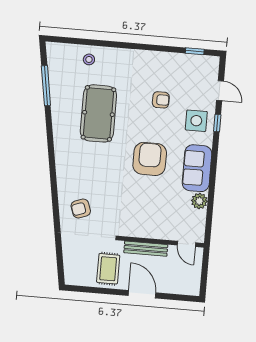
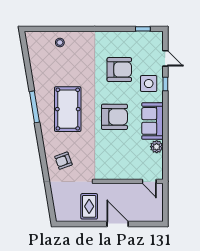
window: (46, 86) -> (34, 107), moved
armchair: (161, 100) -> (119, 70), width x1.88, depth x1.88
pool table: (98, 113) -> (68, 109), moved
armchair: (150, 159) -> (114, 117), turned 90
bench: (146, 249) -> (117, 188), removed

